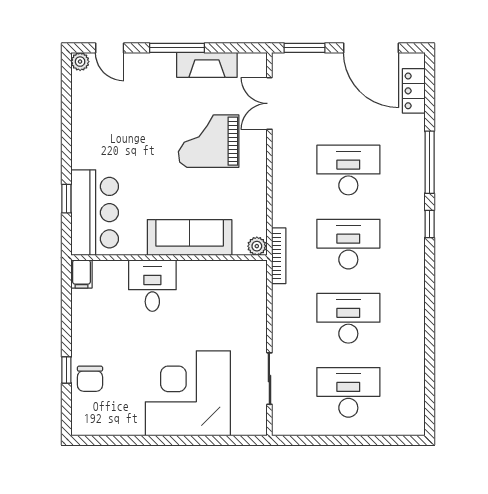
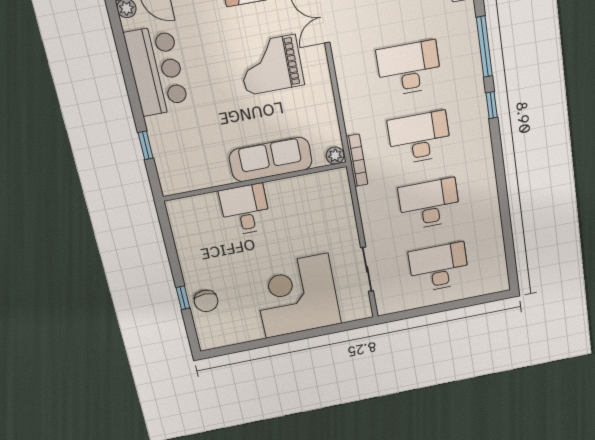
bar counter: (95, 213) -> (157, 71), moved
filing cabinet: (81, 274) -> (177, 212), removed

